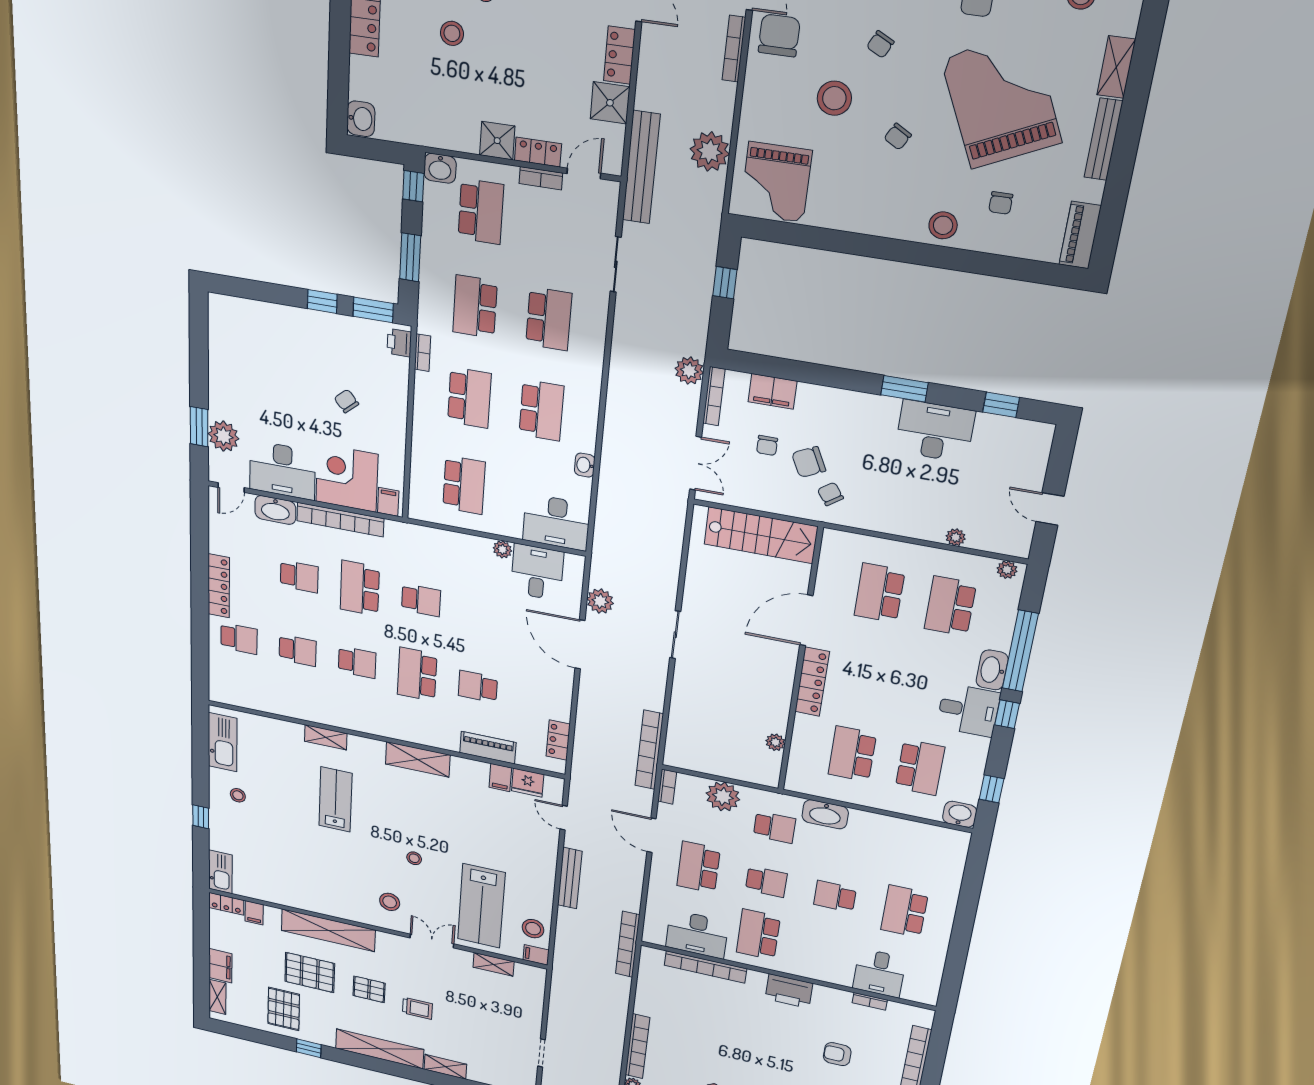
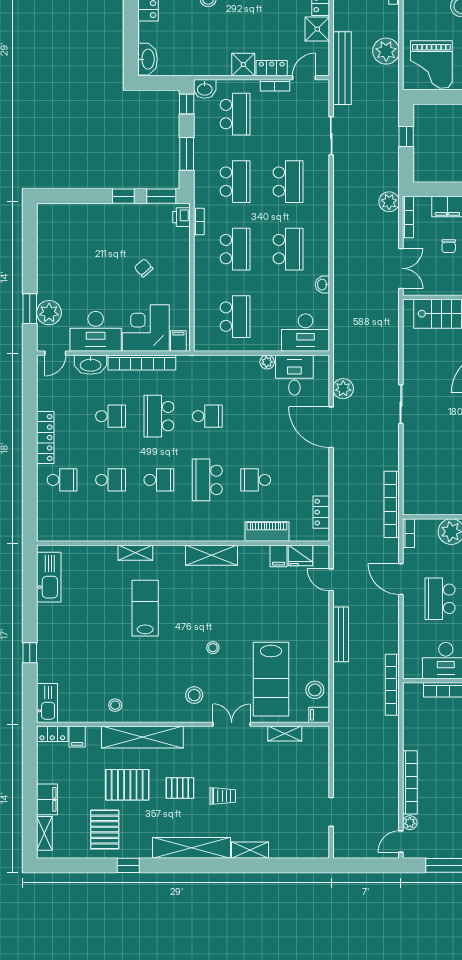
washbasin: (361, 119) -> (148, 59), width x1.38
school desk: (475, 307) -> (235, 182), turned 180
stool: (238, 795) -> (115, 705), moved

